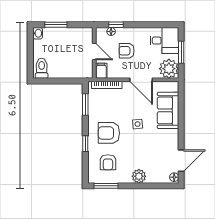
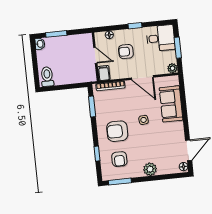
window: (116, 25) -> (135, 26), moved
plant: (169, 69) -> (172, 68), width x0.53, depth x0.53
window: (85, 144) -> (97, 154), moved

